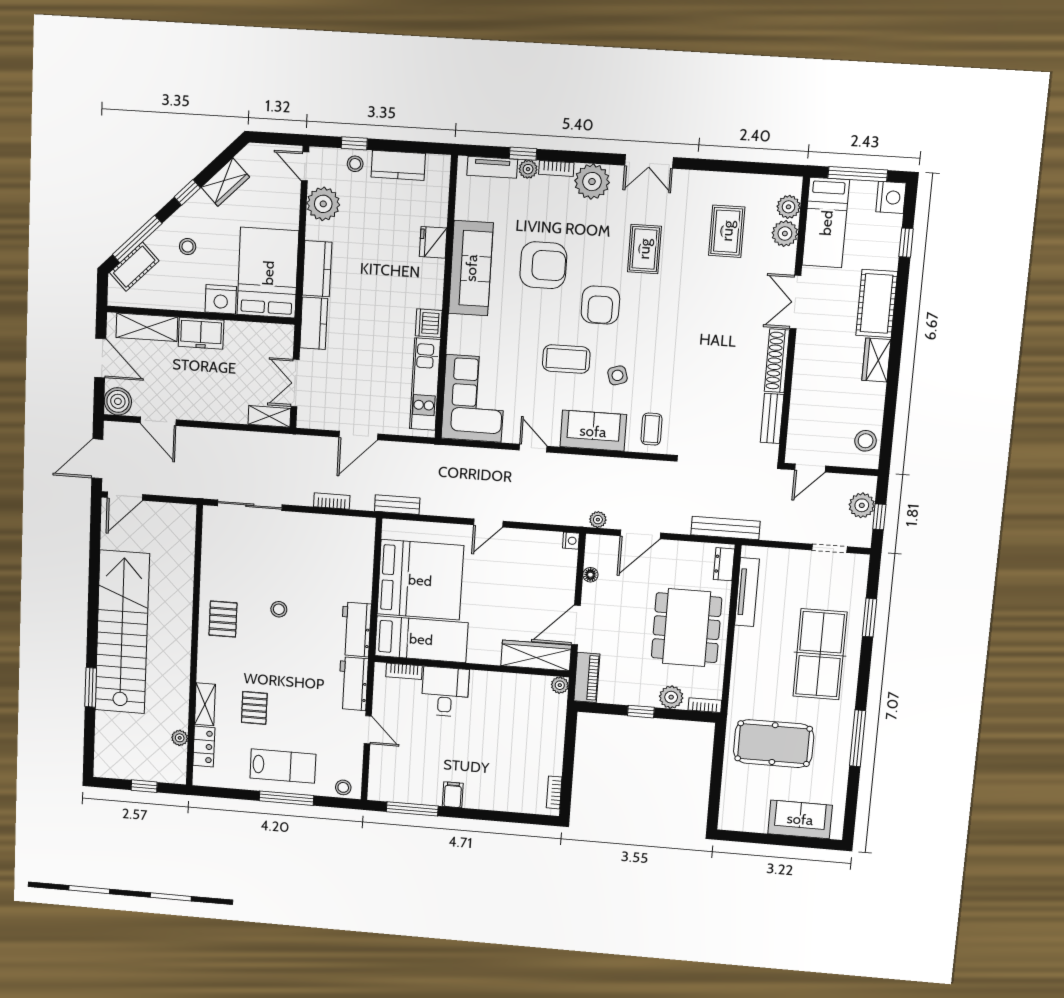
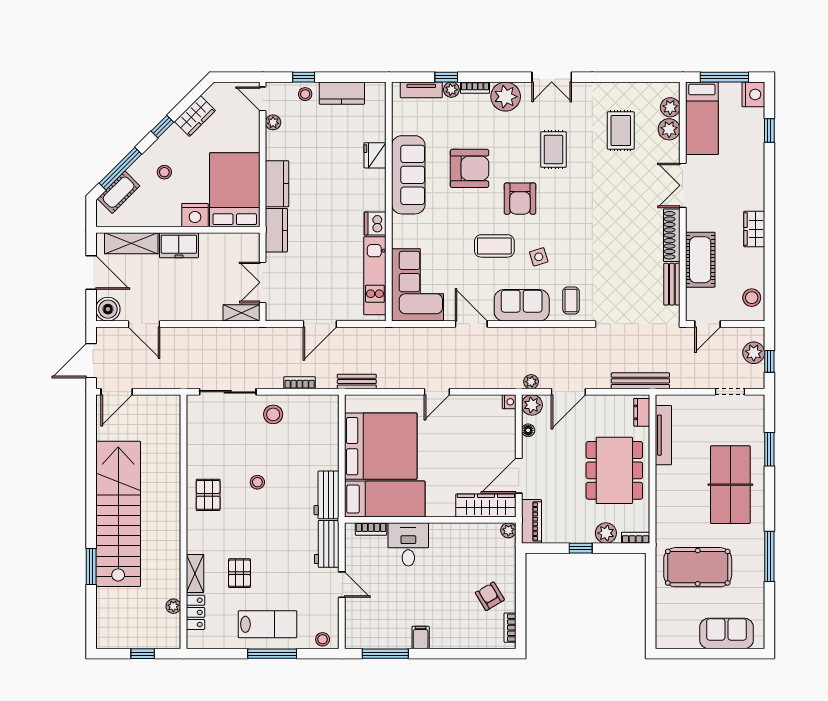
plant: (323, 204) -> (273, 122), width x0.53, depth x0.53
cot: (877, 303) -> (700, 260), moved
door: (533, 448) -> (471, 324), width x1.38
stool: (300, 535) -> (273, 414), added
plant: (597, 546) -> (532, 405), added
armchair: (534, 756) -> (490, 596), added

